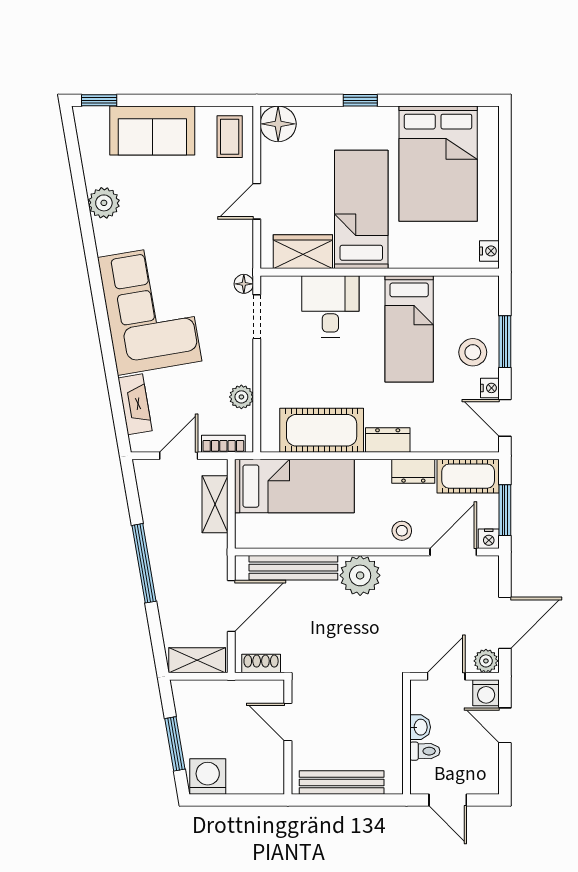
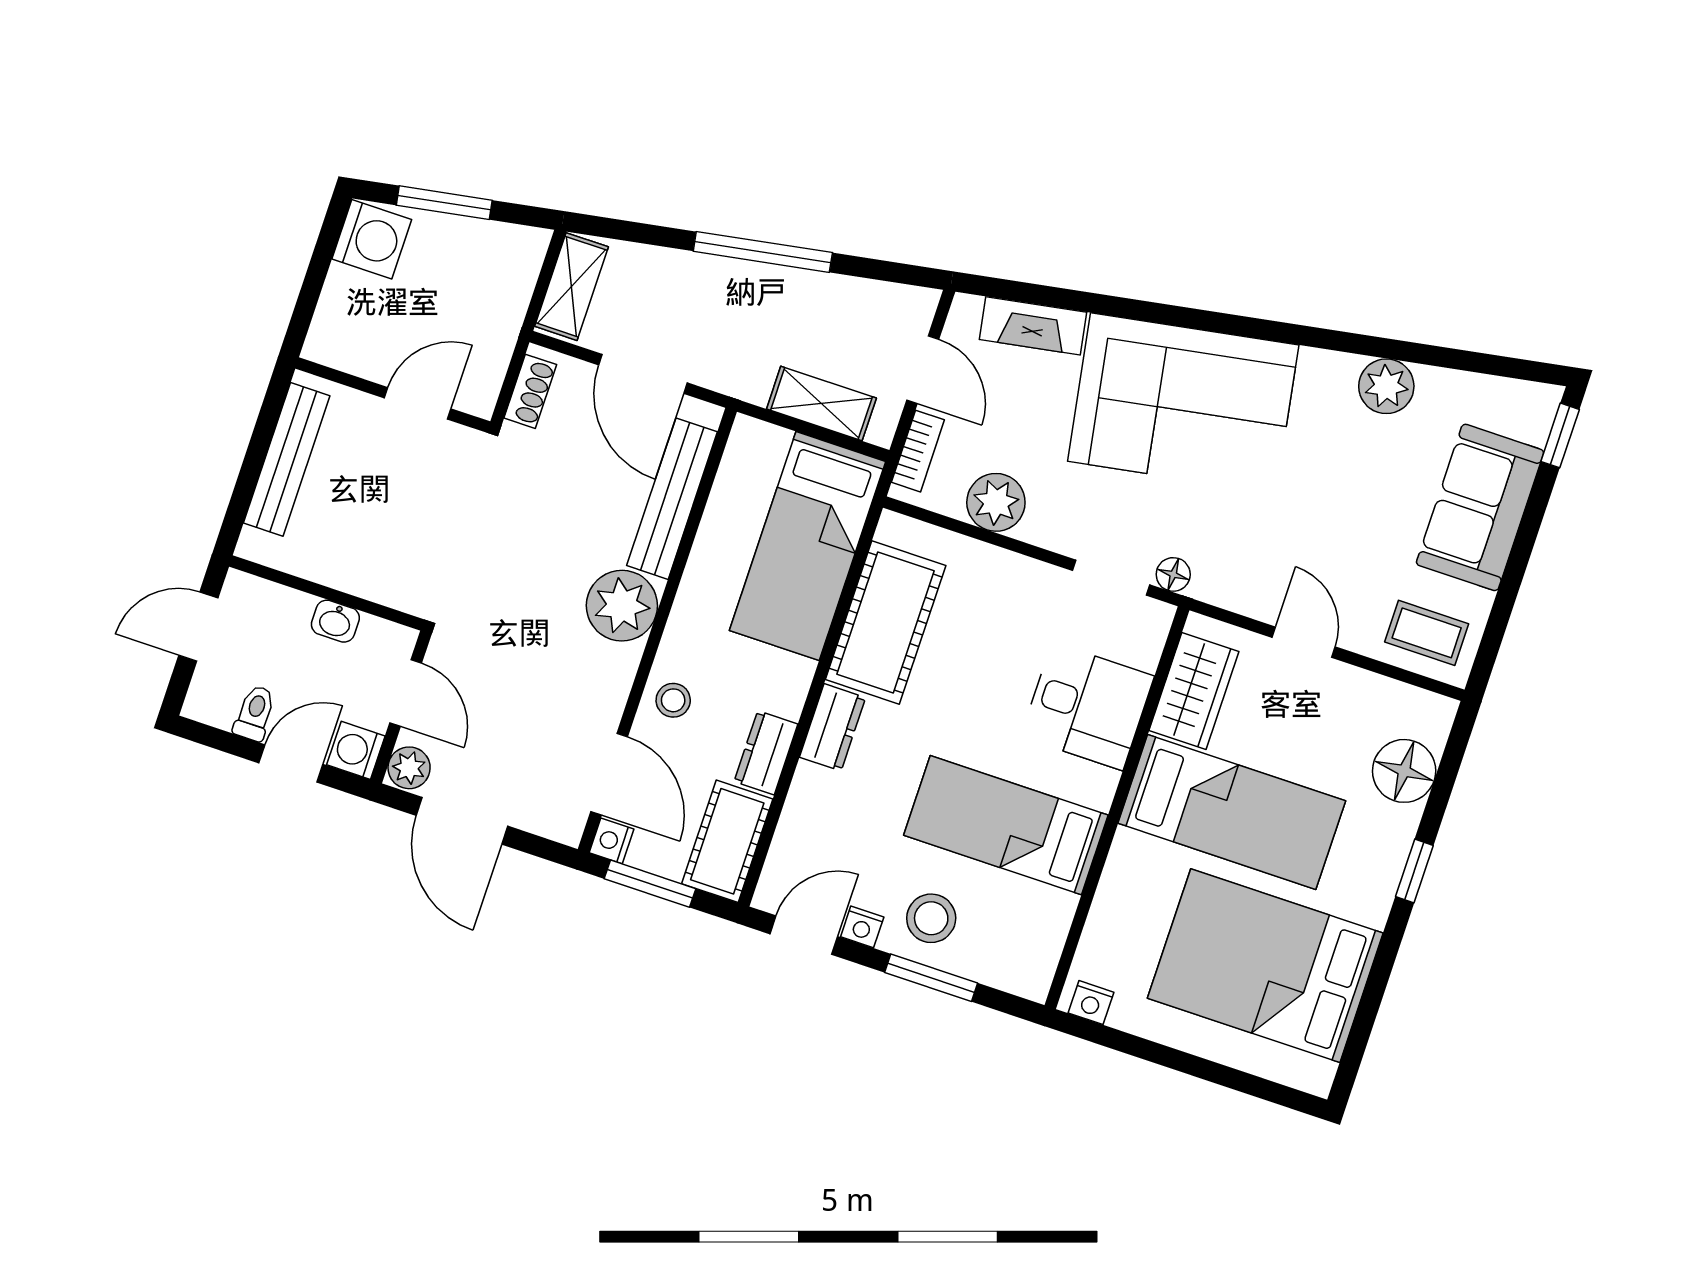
floor lamp: (278, 124) -> (1404, 771), moved
plant: (241, 397) -> (996, 502), width x1.38, depth x1.38
toilet: (425, 751) -> (255, 713), moved, turned 180

